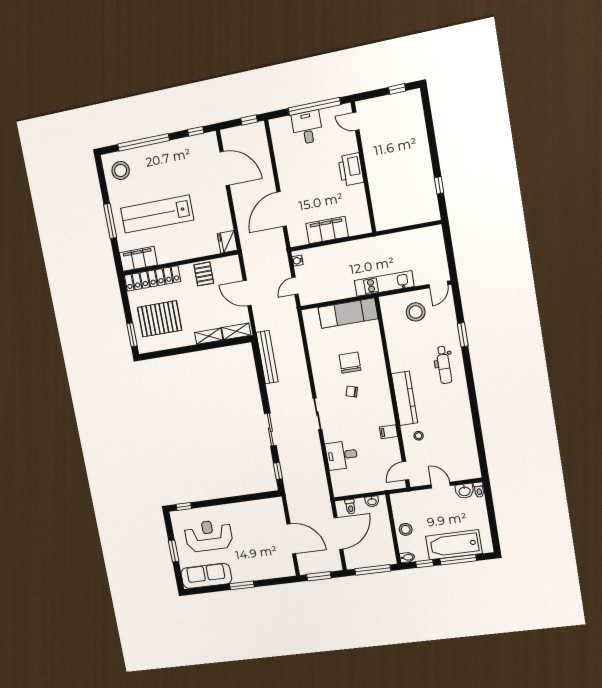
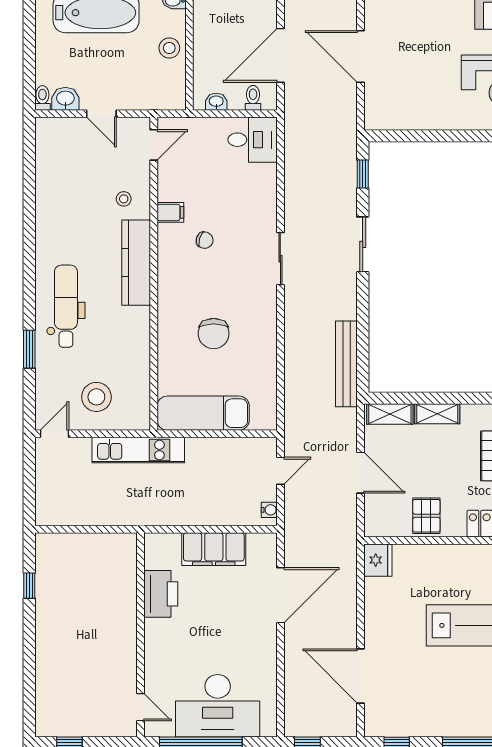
desk: (307, 127) -> (218, 706), width x1.87, depth x1.30
printer: (351, 169) -> (161, 594), moved
dental chair: (444, 365) -> (66, 306), width x1.36, depth x1.38
chair: (352, 392) -> (205, 240), moved
desk: (342, 455) -> (253, 140), moved

